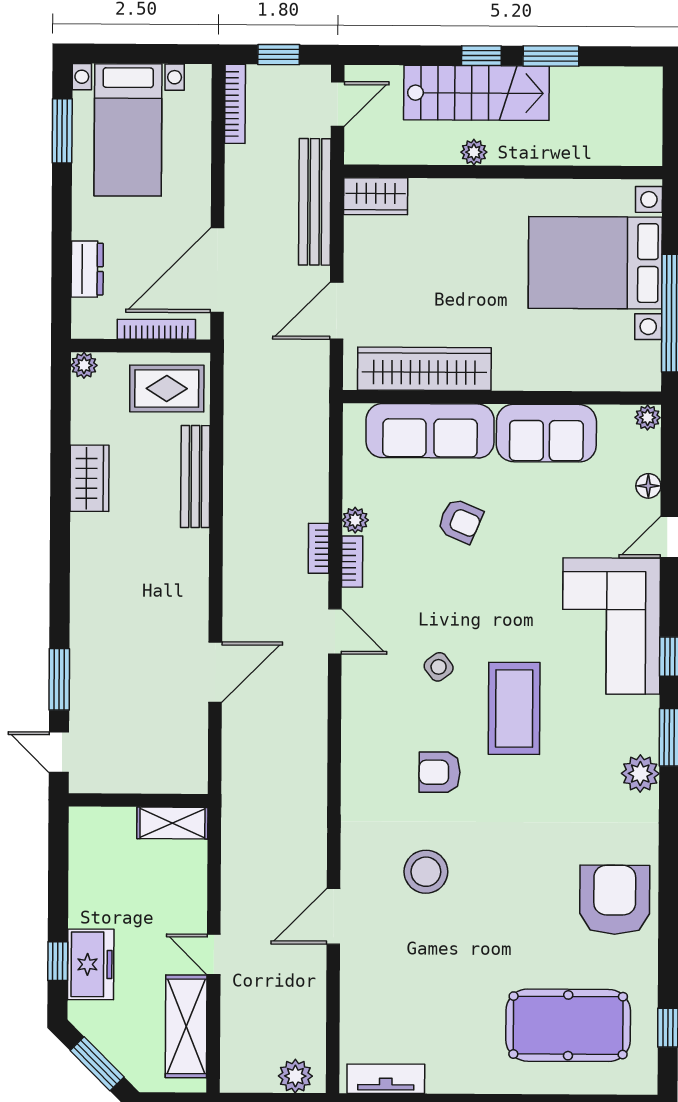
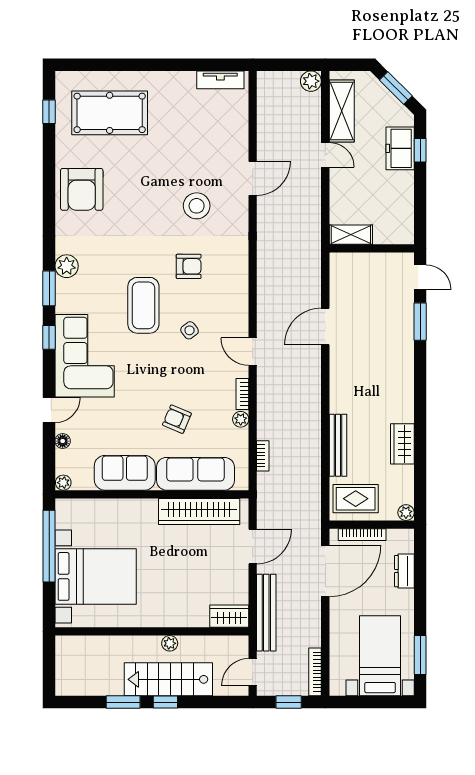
bookcase: (319, 548) -> (263, 456), moved
plant: (295, 1076) -> (311, 81), moved

